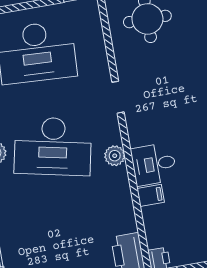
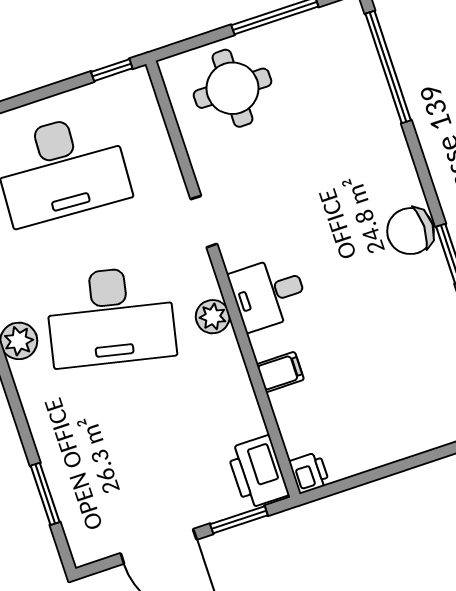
desk: (154, 164) -> (269, 293), moved

